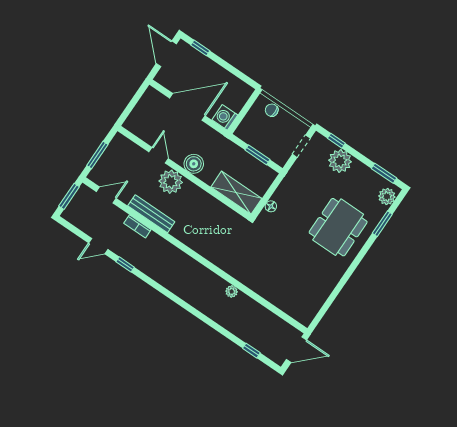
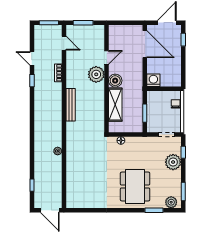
door: (187, 107) -> (145, 44), moved
shelving: (236, 193) -> (115, 105), moved
bench: (151, 214) -> (71, 105), moved
dining table: (338, 227) -> (135, 186), turned 90

